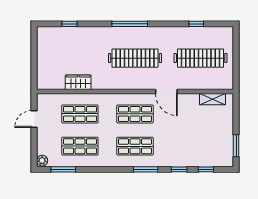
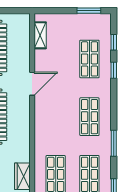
shop shelf: (135, 114) -> (89, 59), moved
window: (146, 169) -> (114, 143), moved

